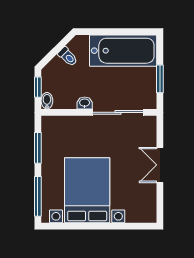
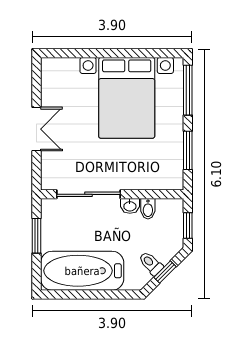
window: (56, 50) -> (165, 272), added
bidet: (47, 101) -> (148, 209), moved

